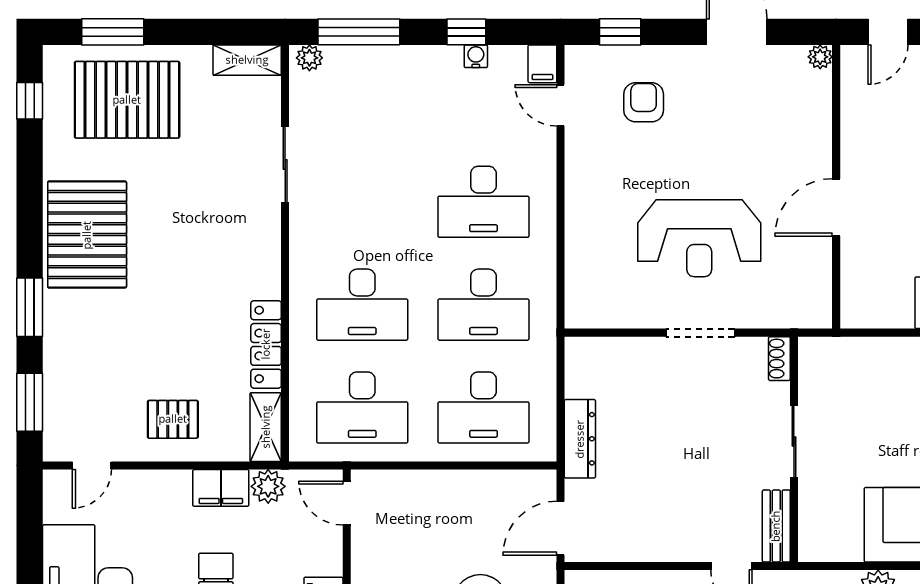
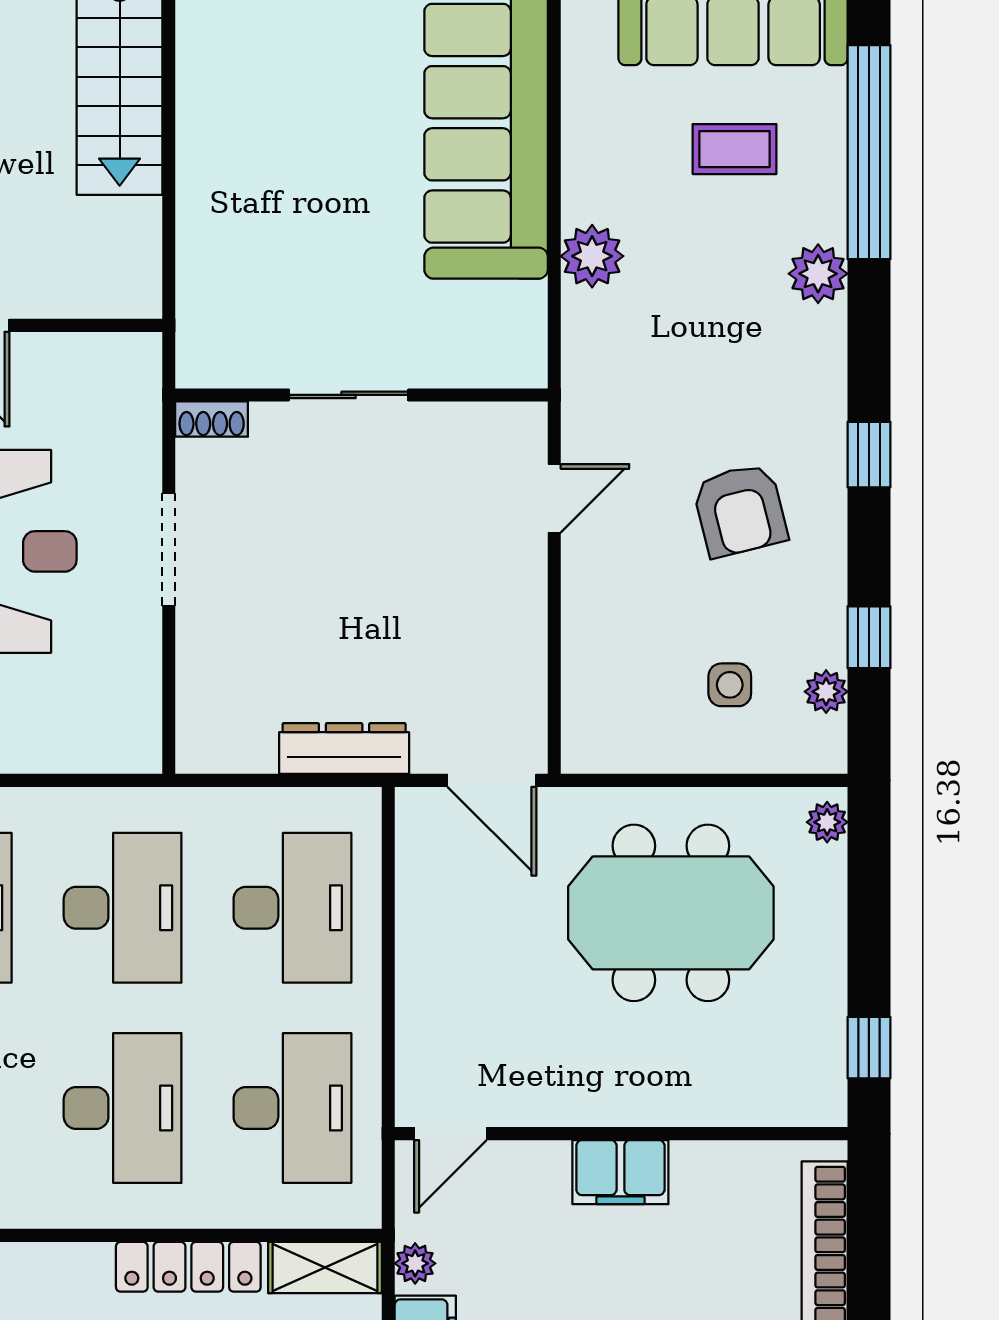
plant: (268, 486) -> (415, 1263), width x0.73, depth x0.73
bench: (776, 526) -> (488, 424), removed

